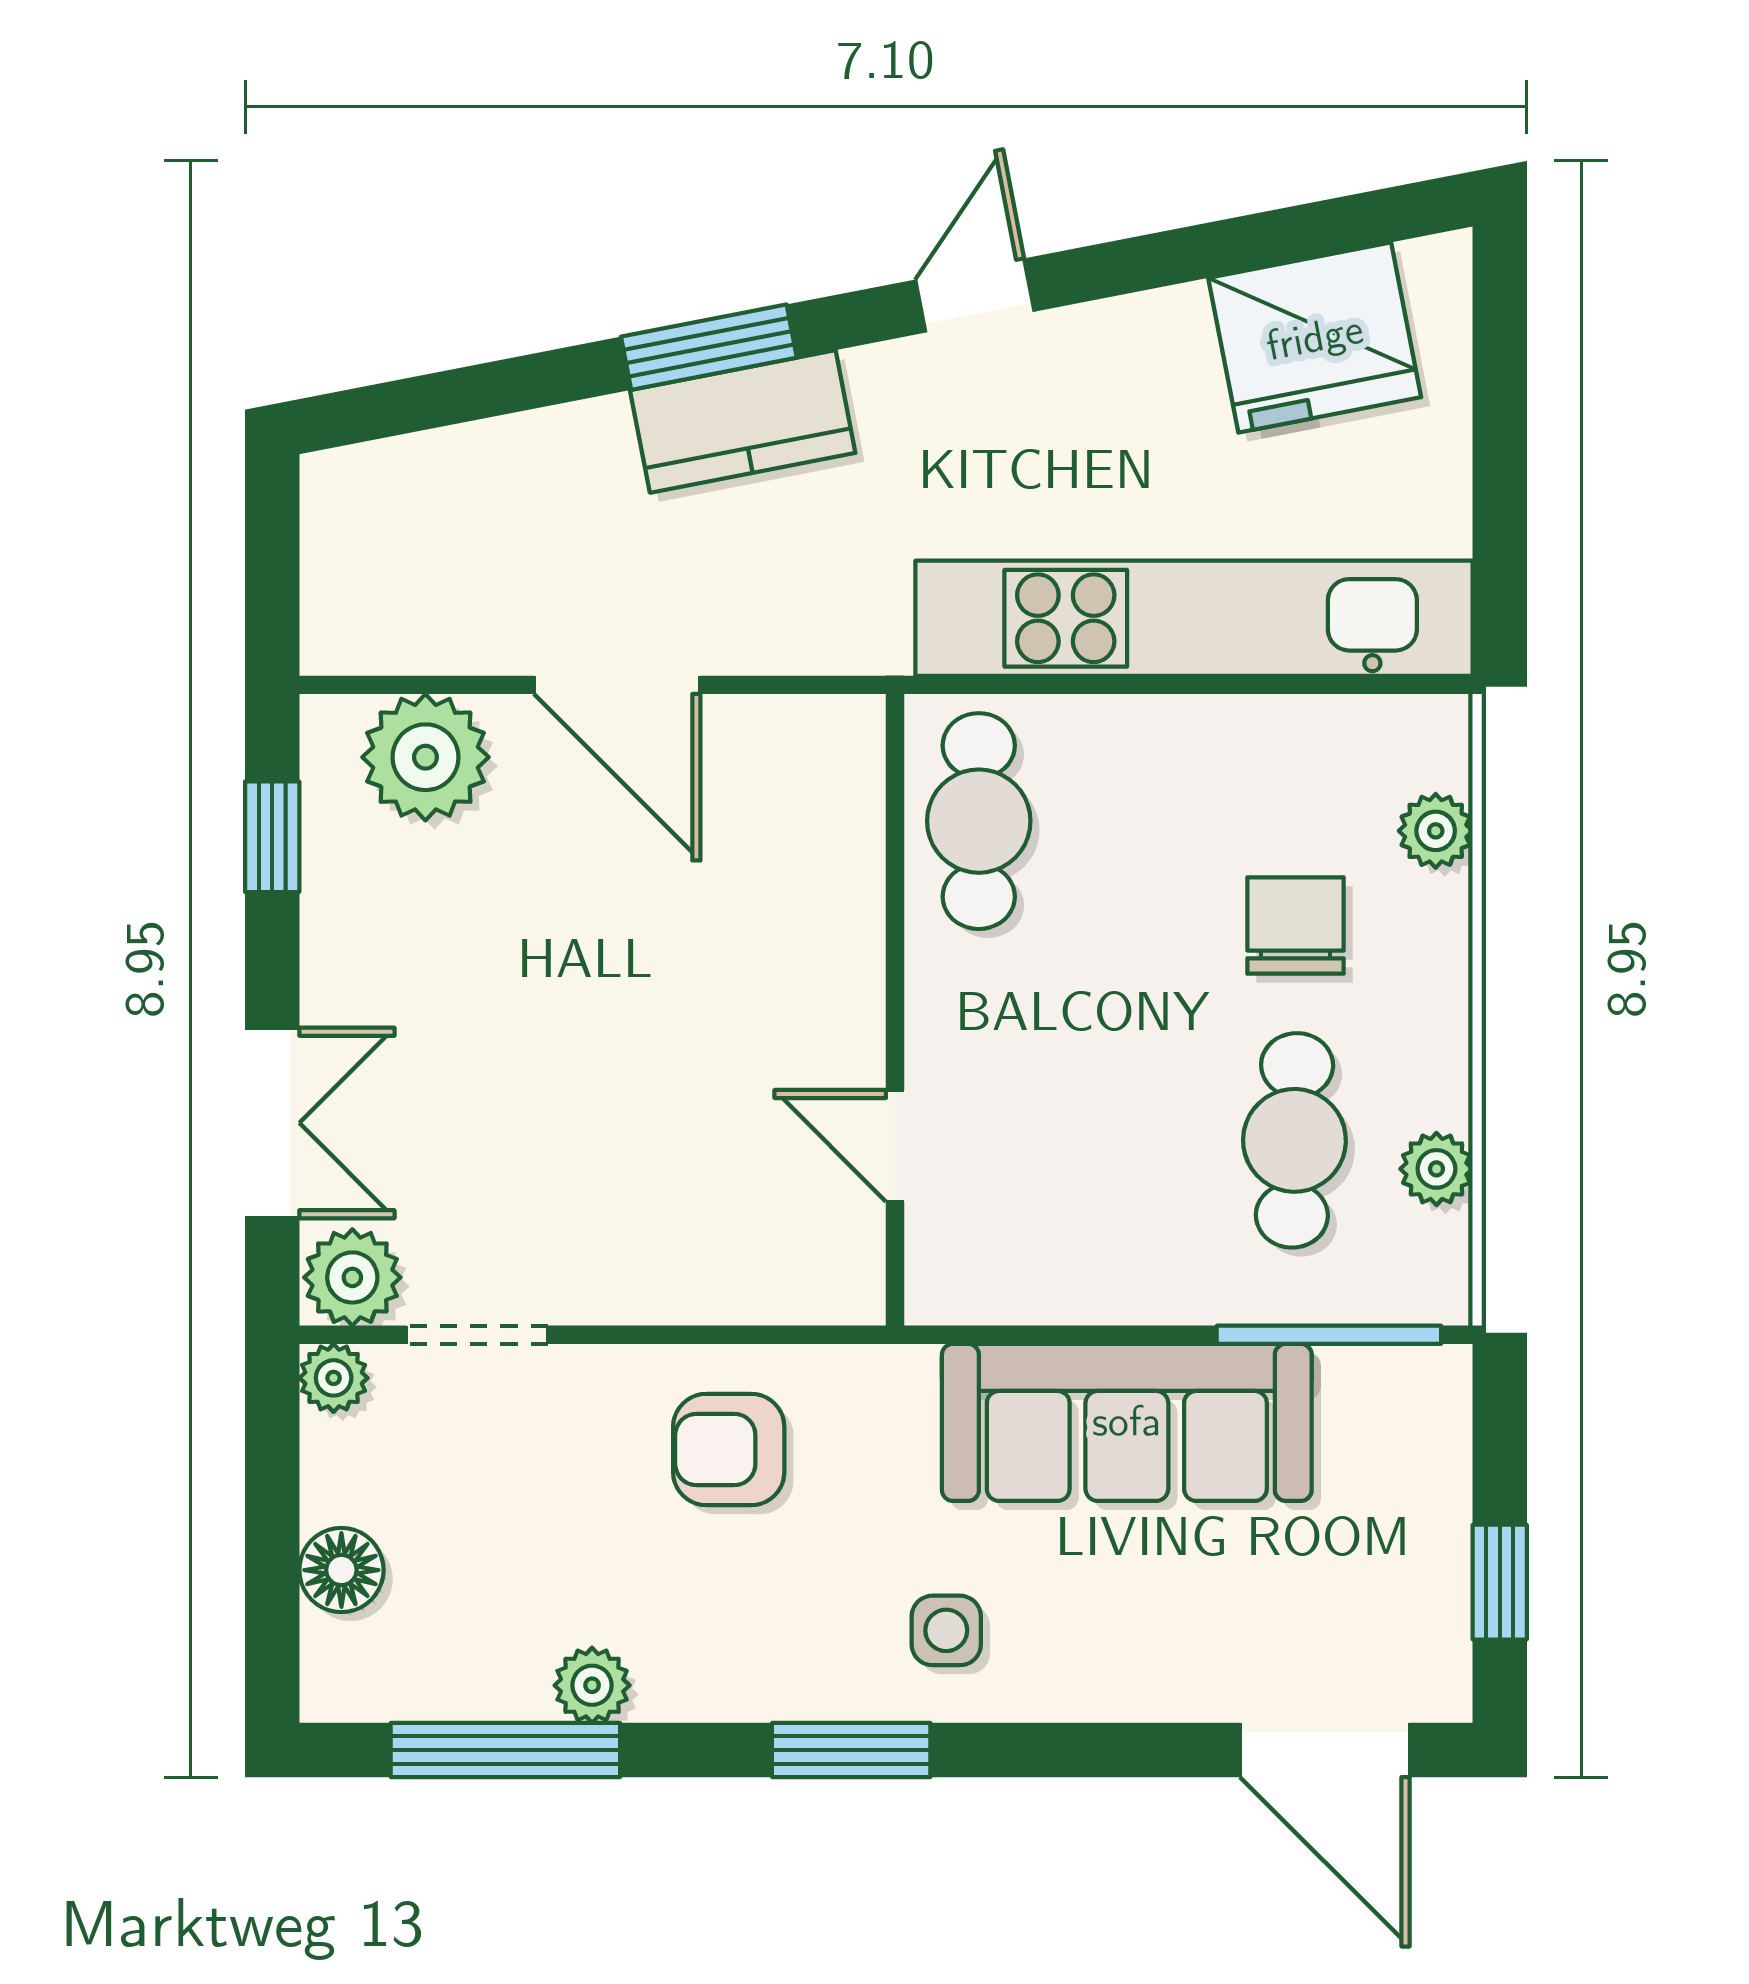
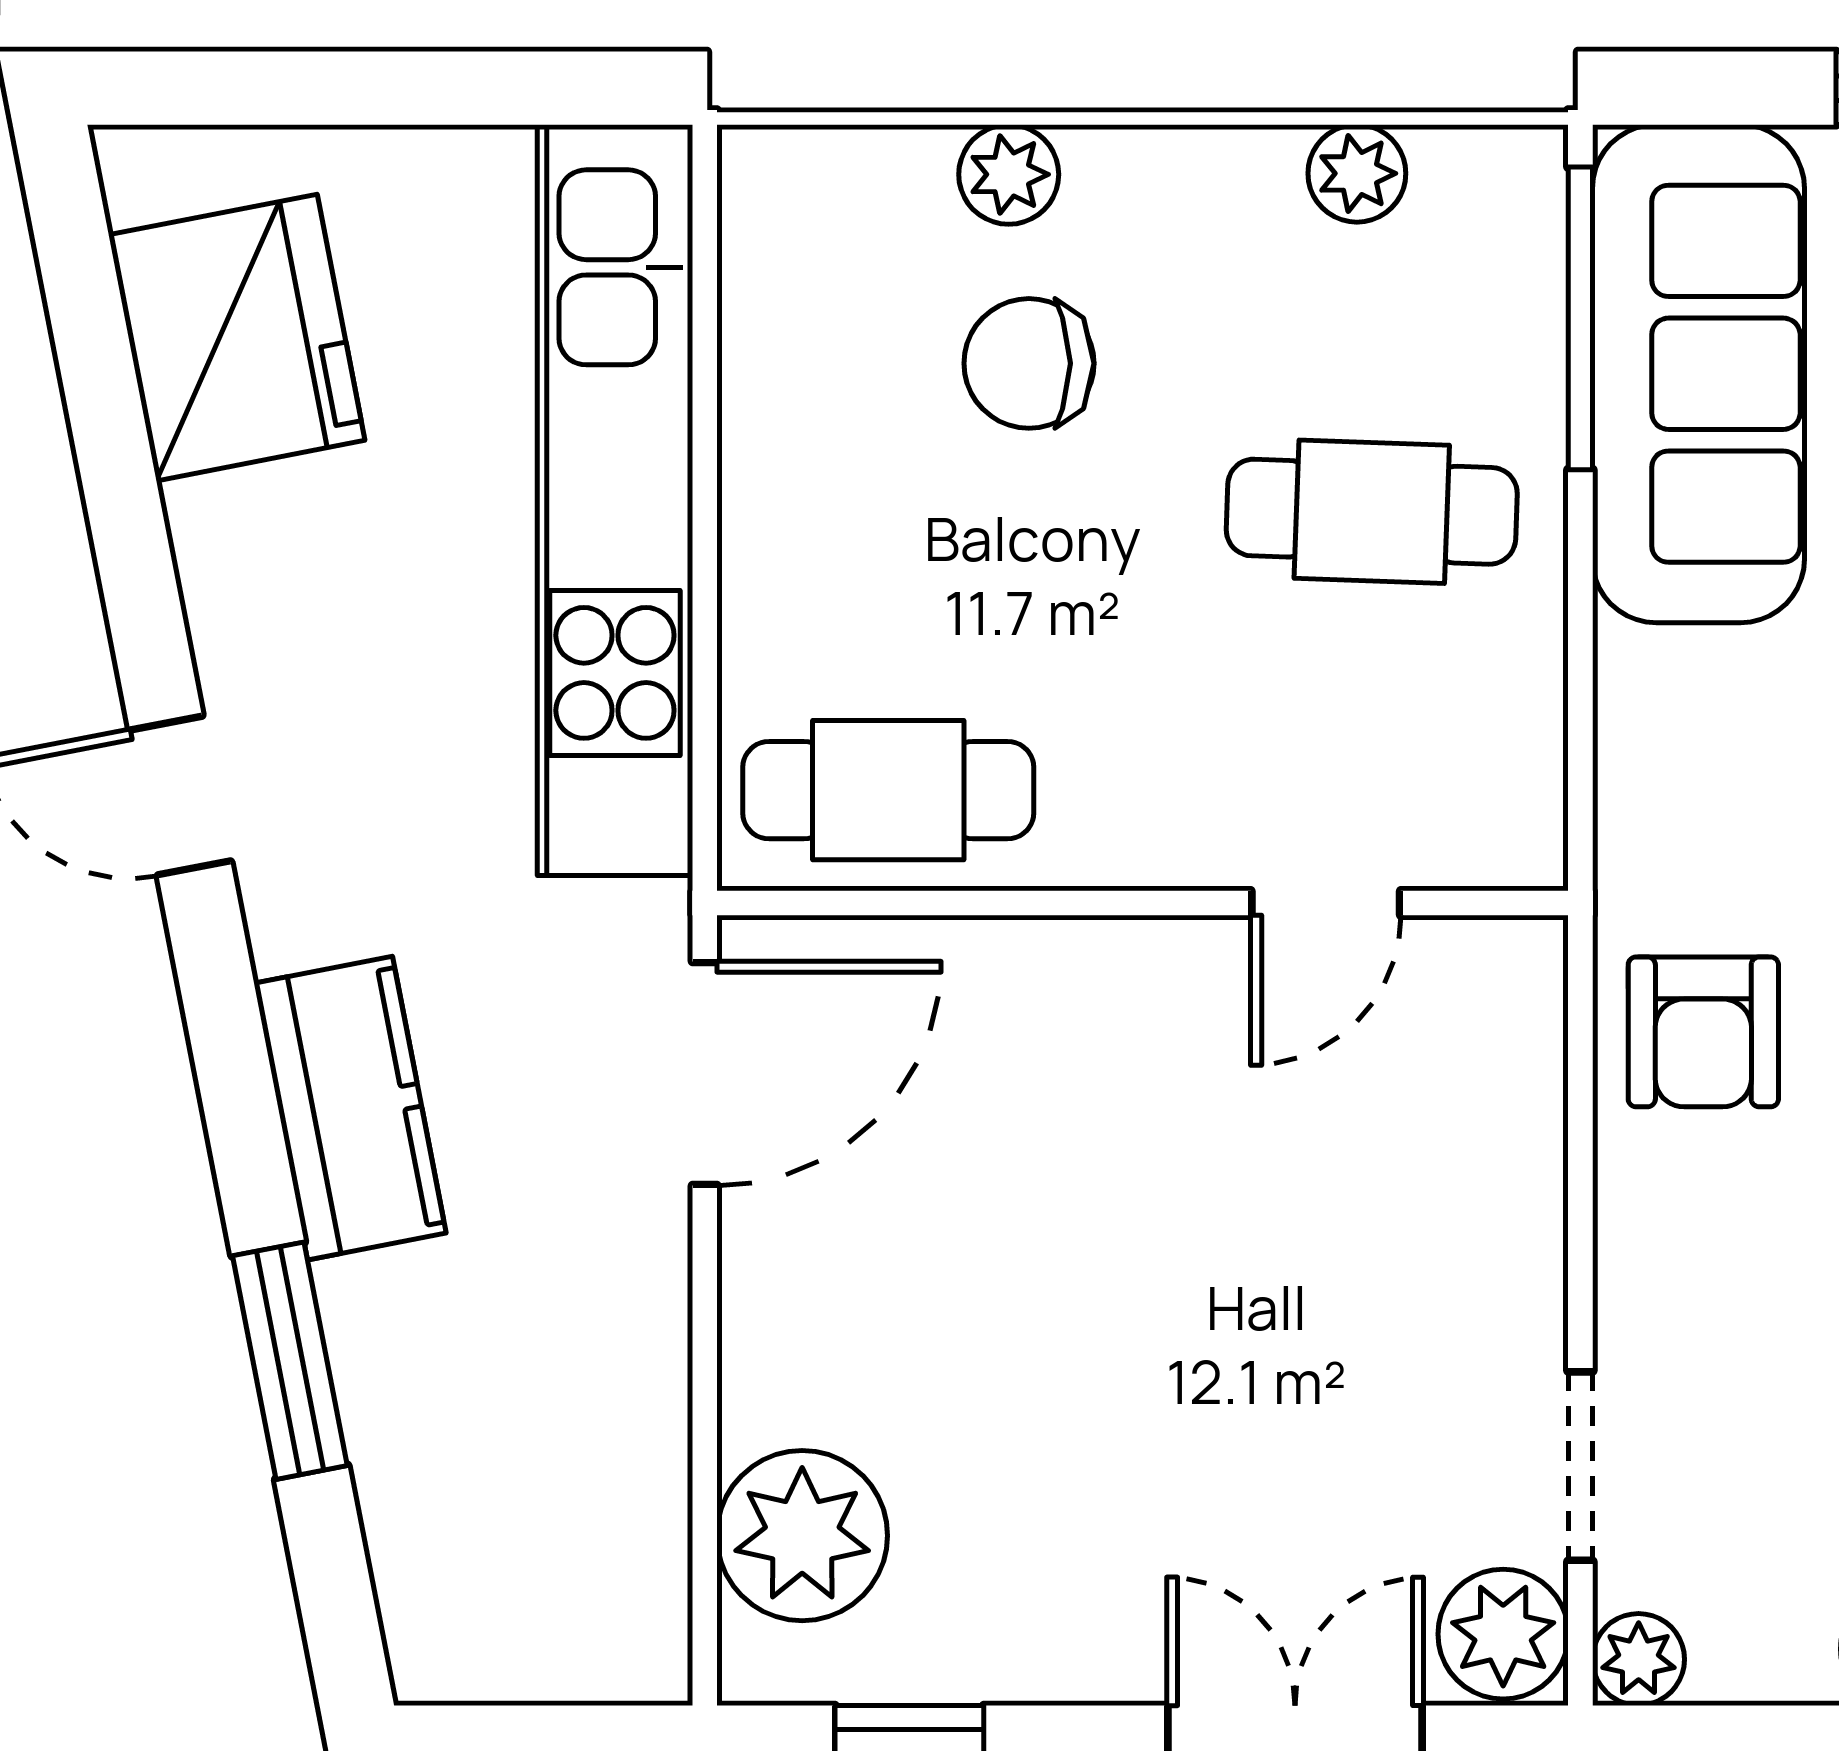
window: (709, 347) -> (290, 1361), moved
door: (617, 685) -> (705, 1073), moved
plant: (1436, 831) -> (1009, 174), moved
cafe table: (1294, 1140) -> (1372, 512), moved
sofa: (1127, 1422) -> (1698, 374), moved
armchair: (729, 1450) -> (1703, 1032), moved

